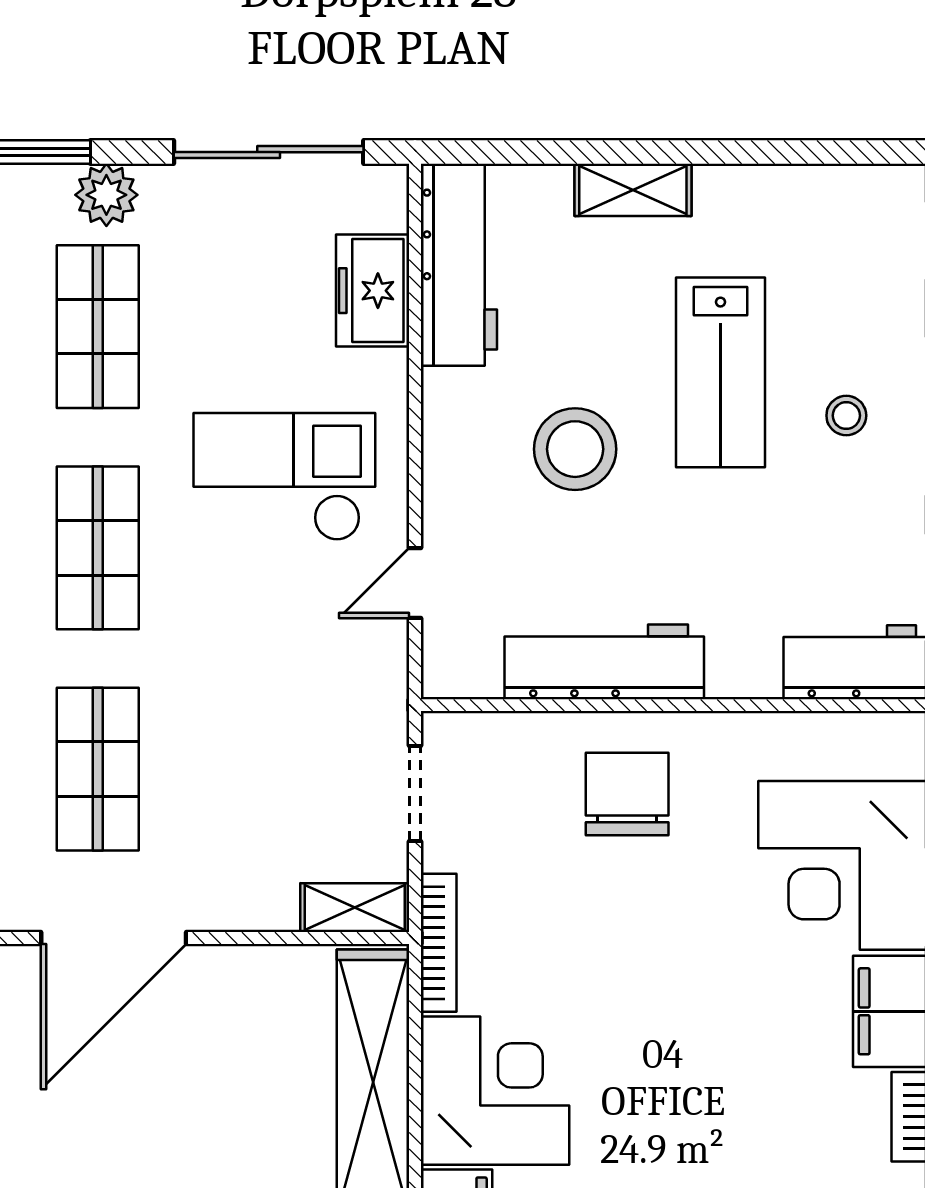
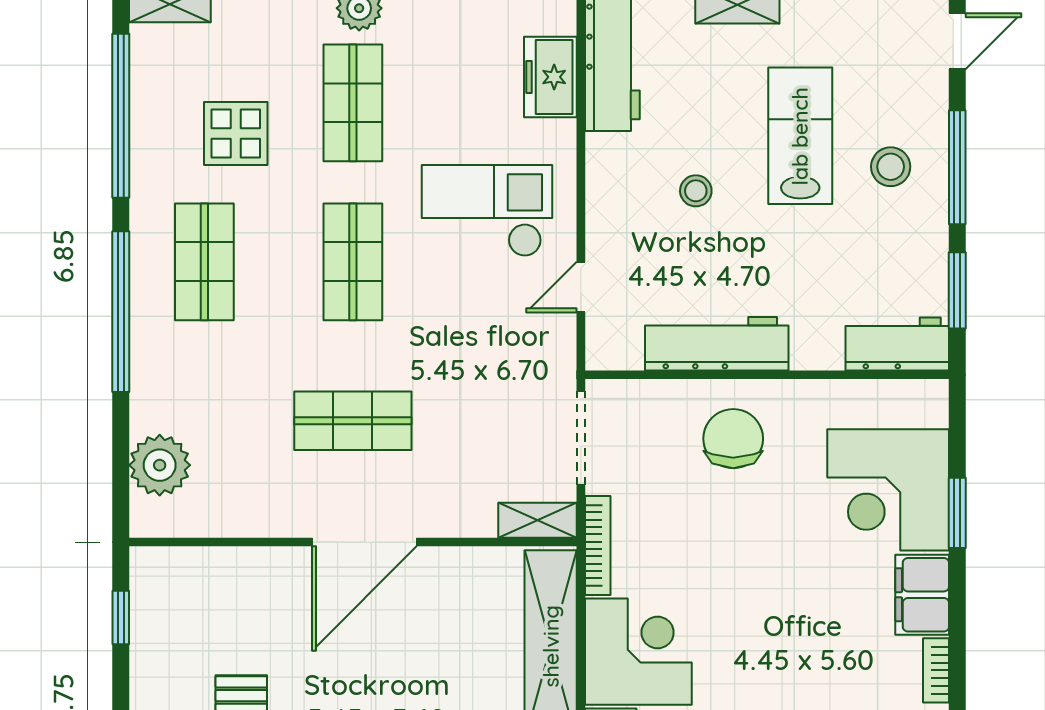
lab bench: (720, 372) -> (800, 136), turned 180
stool: (846, 416) -> (891, 167), width x1.37, depth x1.37
stool: (575, 449) -> (696, 191), width x0.53, depth x0.53
shop shelf: (98, 769) -> (353, 421), turned 90
doorway: (415, 793) -> (581, 438), width x1.38

